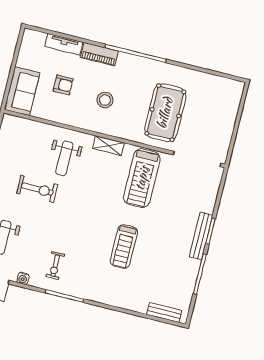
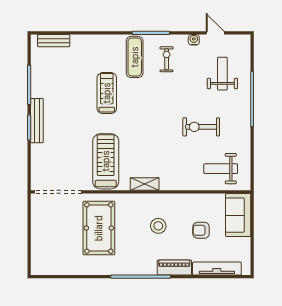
tv unit: (64, 44) -> (217, 269), width x1.41
weight bench: (64, 158) -> (221, 169), moved, turned -90
exercise mat: (87, 276) -> (135, 57), added

